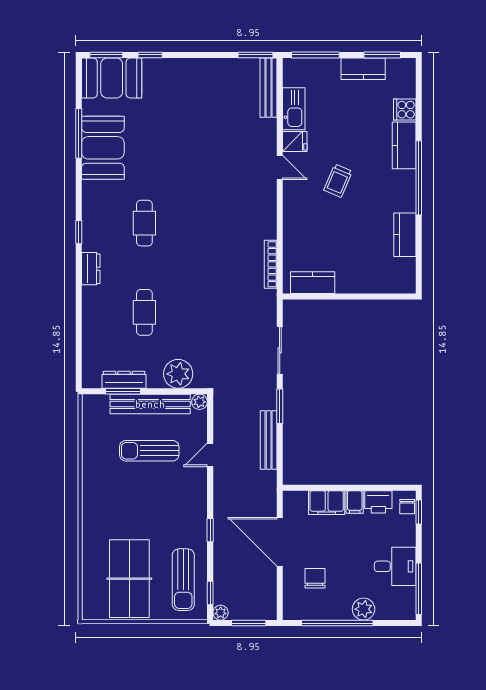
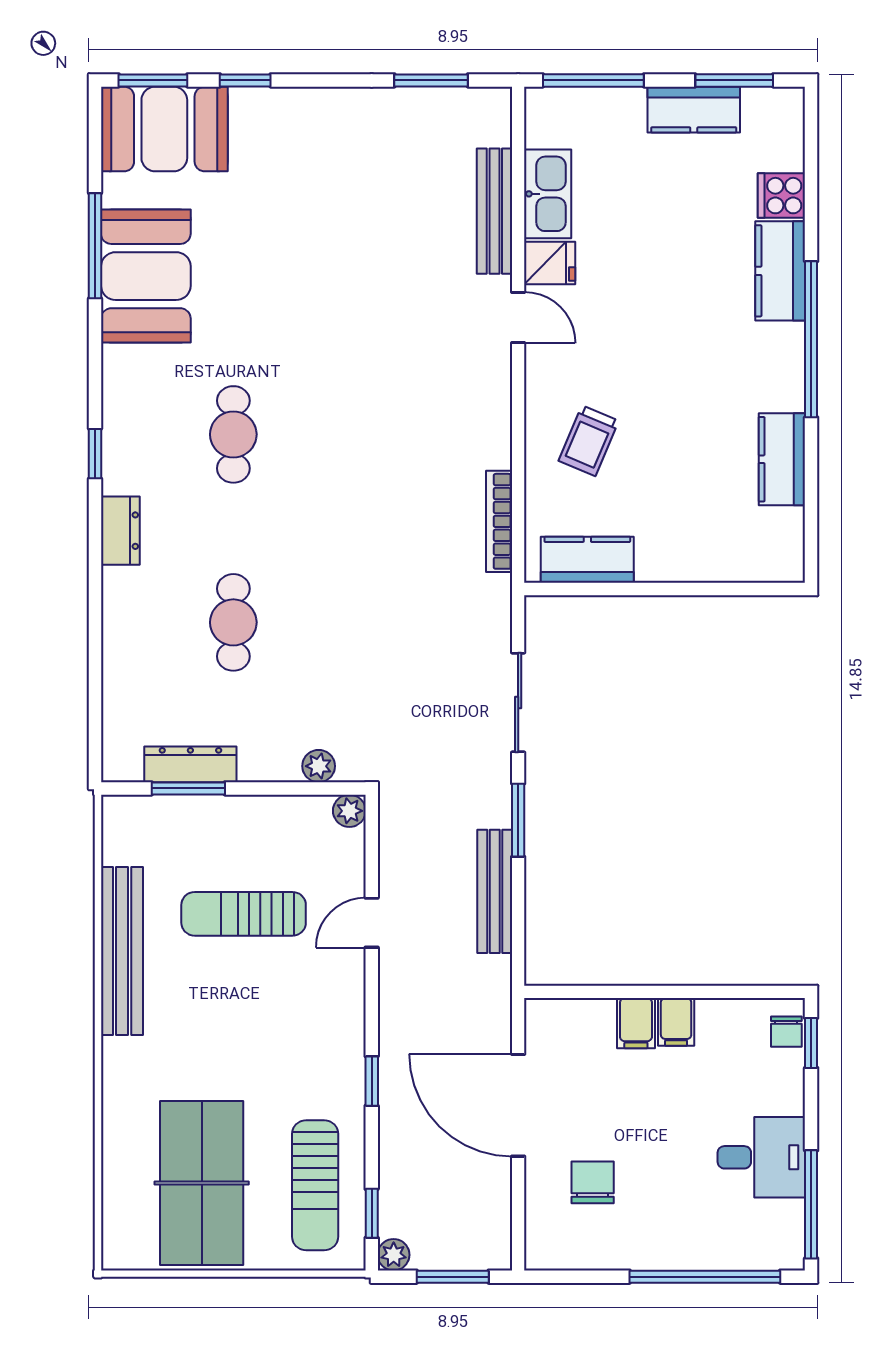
window: (255, 55) -> (431, 80), moved
bench: (268, 88) -> (494, 211), moved
trolley: (338, 181) -> (589, 441), moved
plant: (178, 374) -> (319, 766), width x0.53, depth x0.53
bench: (150, 404) -> (122, 951), moved, turned 90
printer: (378, 502) -> (726, 1021), removed
filing cabinet: (327, 503) -> (636, 1023), width x0.50
plant: (364, 609) -> (695, 1247), removed
window: (337, 623) -> (705, 1277), moved

